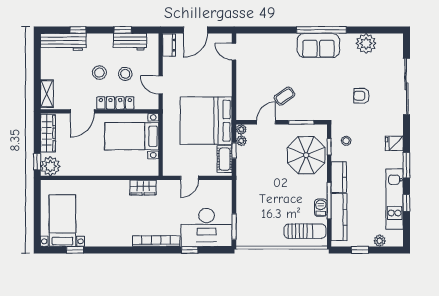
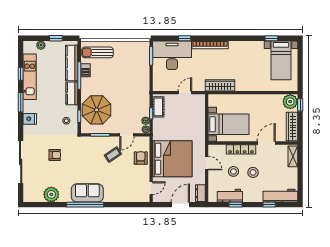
door: (234, 52) -> (151, 188), hinge flipped
armchair: (248, 91) -> (141, 158), added
bed: (206, 121) -> (172, 159), moved
wardrobe: (143, 188) -> (220, 85), width x1.50

